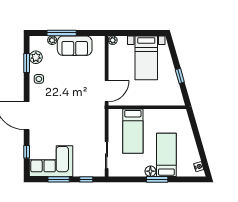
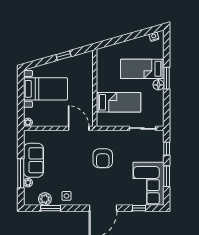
armchair: (77, 115) -> (103, 158), added

